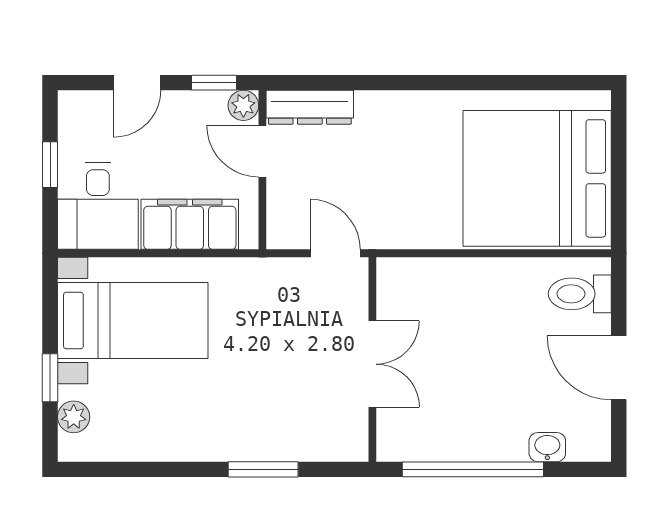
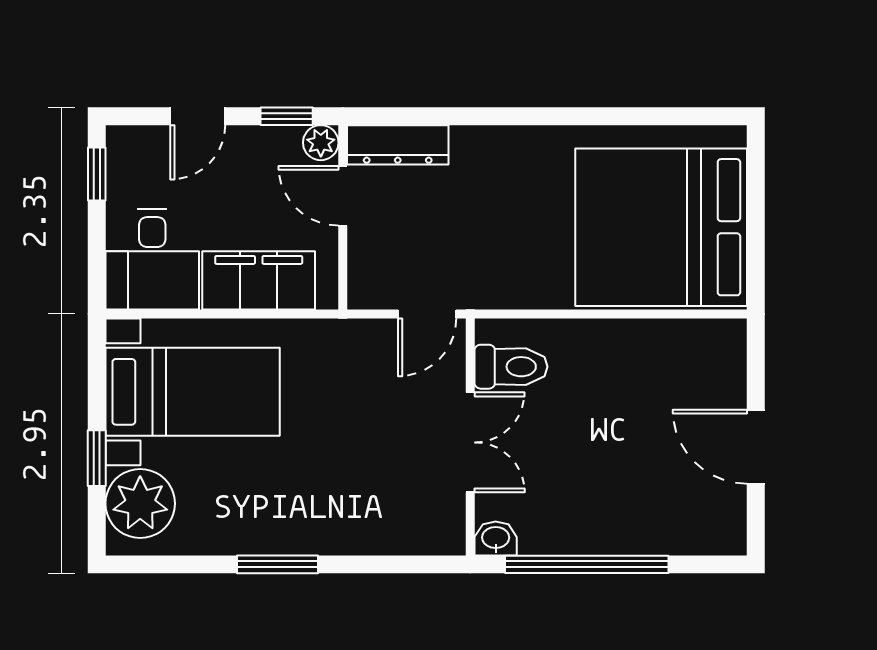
window: (50, 165) -> (97, 174), moved
door: (335, 253) -> (427, 314), swing flipped
toilet: (580, 294) -> (511, 367), moved, turned 180
plant: (74, 417) -> (140, 504), width x1.88, depth x1.88
washbasin: (547, 447) -> (496, 538), moved
window: (263, 469) -> (278, 564), moved

